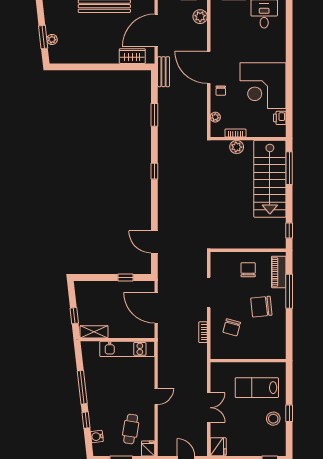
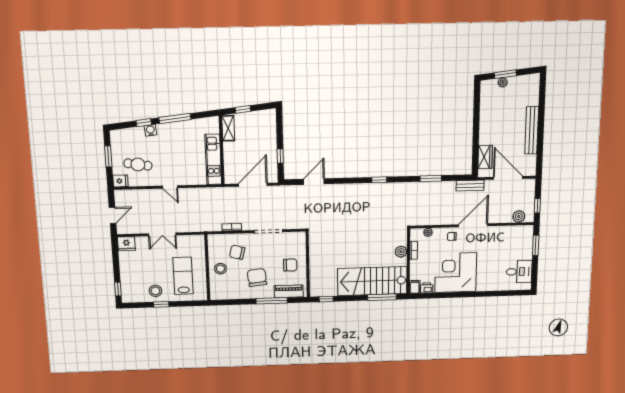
filing cabinet: (278, 131) -> (415, 287), added
stool: (250, 346) -> (220, 269), added
water cooler: (97, 436) -> (150, 130), moved

